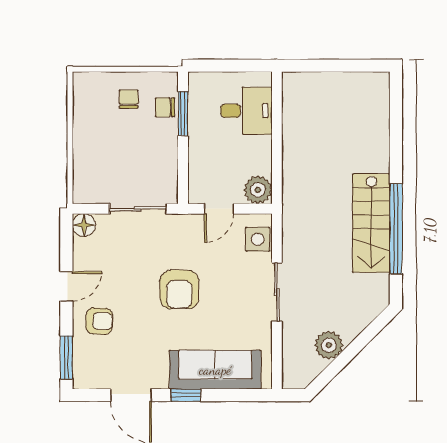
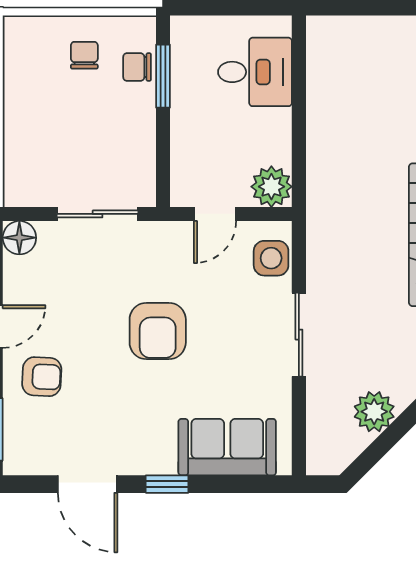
sofa: (215, 370) -> (227, 447), width x0.73

